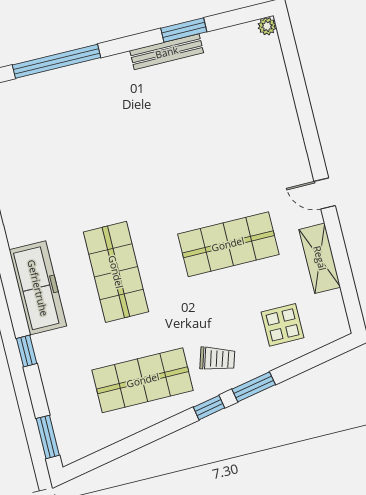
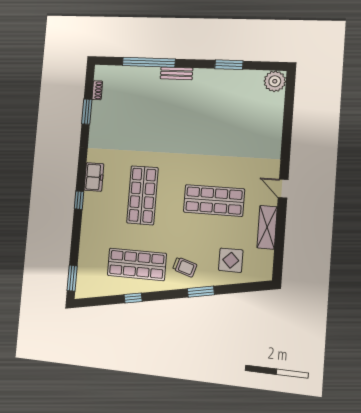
plant: (267, 26) -> (275, 81), width x1.87, depth x1.87
bench: (167, 52) -> (176, 73), moved, width x0.73
freezer: (38, 288) -> (94, 177), width x0.52, depth x0.79
window: (27, 351) -> (79, 200), moved
window: (209, 408) -> (133, 298), moved

